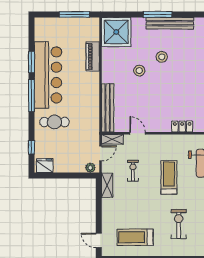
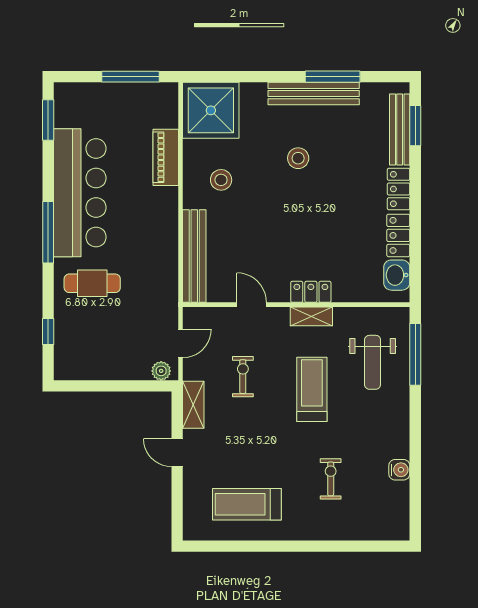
window: (158, 14) -> (333, 77), moved
window: (31, 62) -> (48, 120), moved
stool: (139, 71) -> (221, 180), moved
locker: (182, 127) -> (311, 292), moved
shelving: (113, 139) -> (311, 316), moved
fridge: (45, 166) -> (74, 367), removed
exercise bike: (179, 224) -> (331, 479), width x0.73, depth x0.72
door: (99, 240) -> (177, 453), moved

